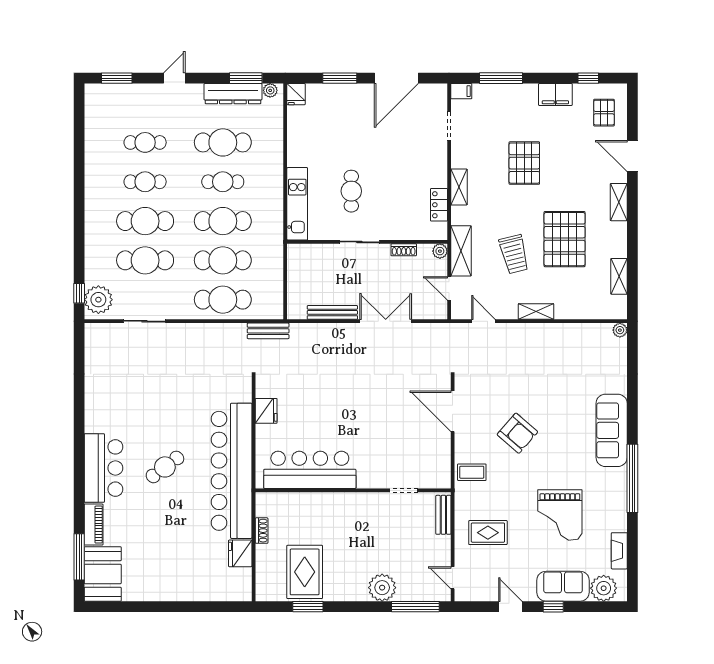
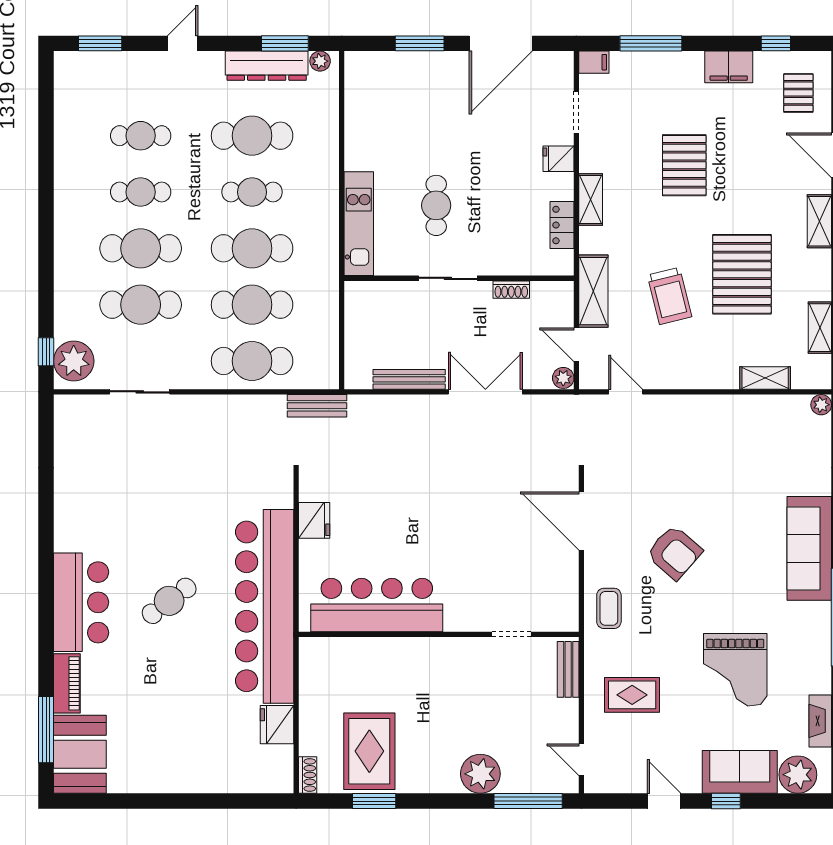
fridge: (296, 94) -> (558, 159), moved, turned 90
plant: (440, 251) -> (563, 378), moved
shelving: (536, 312) -> (765, 378), moved
coffee table: (472, 472) -> (609, 608), turned 90
shoe rack: (262, 531) -> (308, 775), moved

